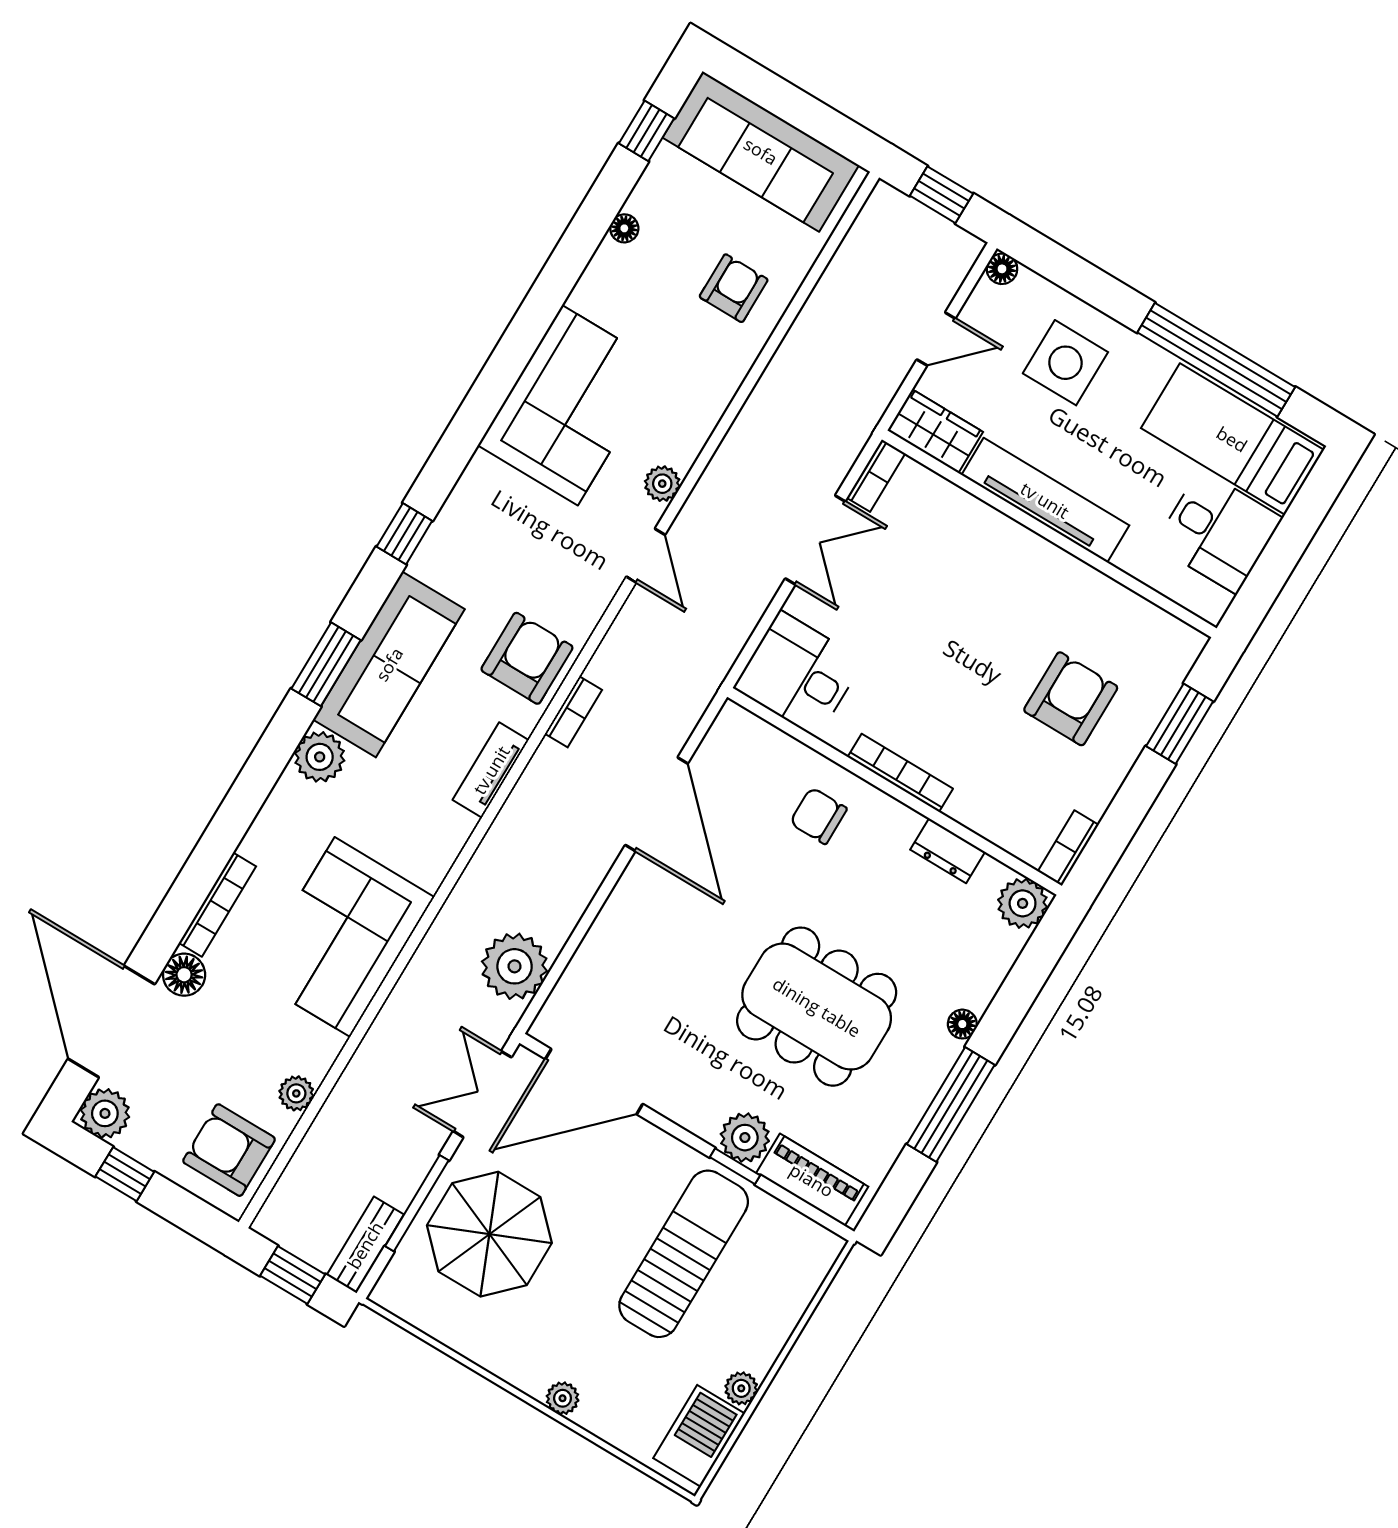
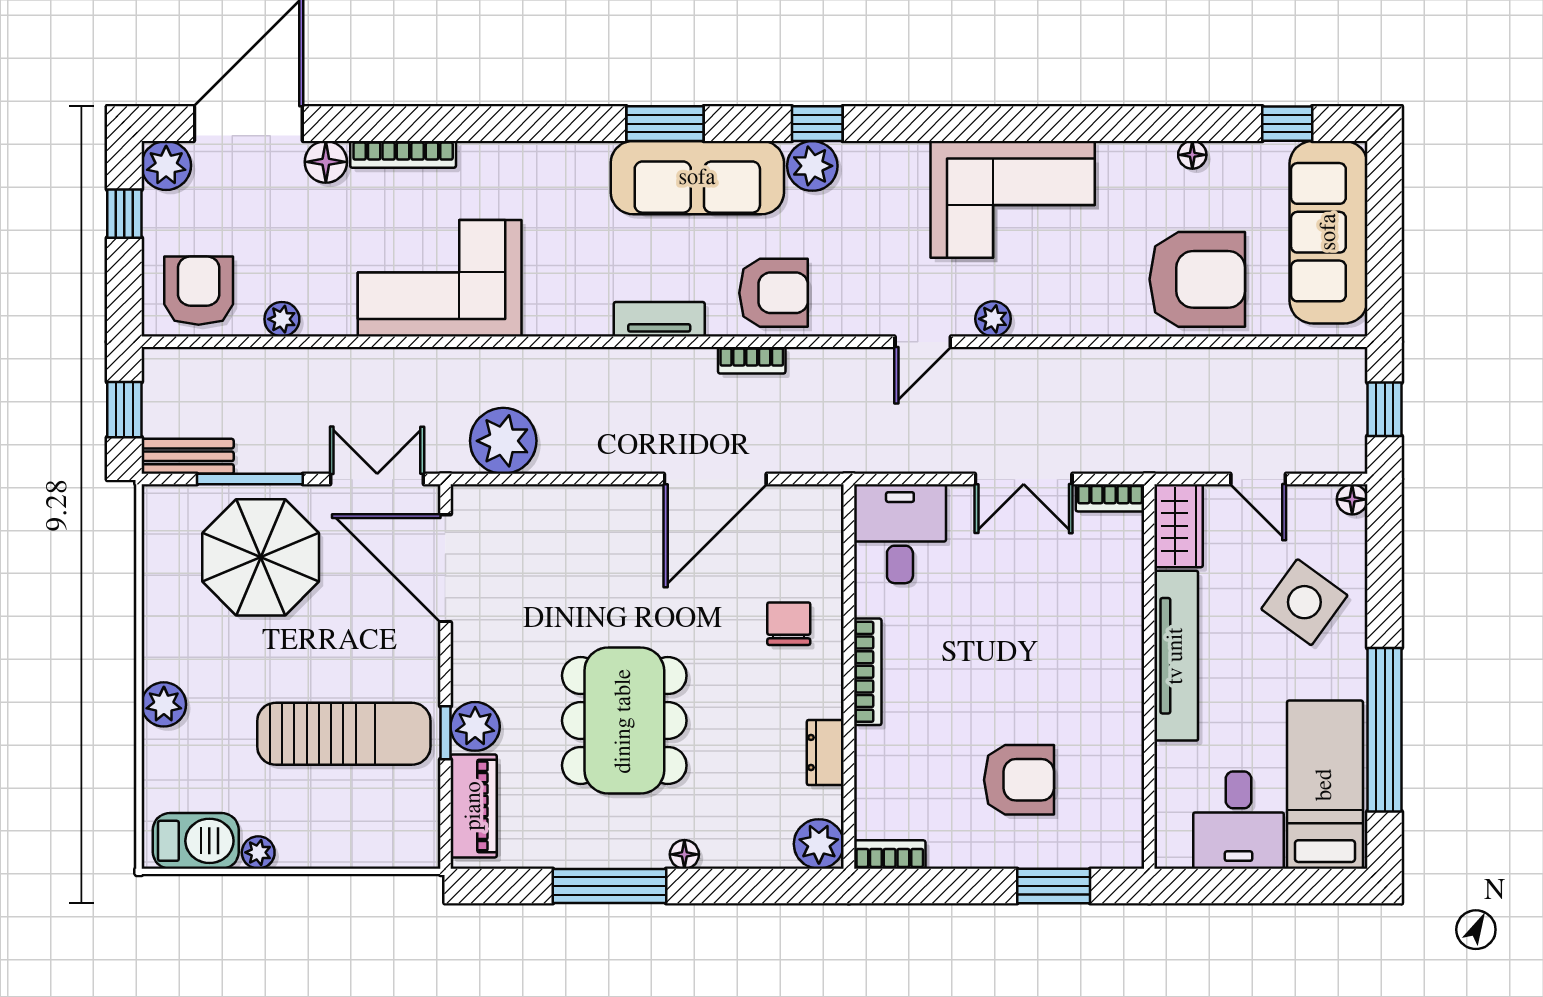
armchair: (734, 288) -> (1197, 279), width x1.88, depth x1.88
side table: (1065, 363) -> (1304, 602), turned 36
plant: (320, 757) -> (812, 166), moved
plant: (563, 1398) -> (164, 704), width x1.38, depth x1.38

